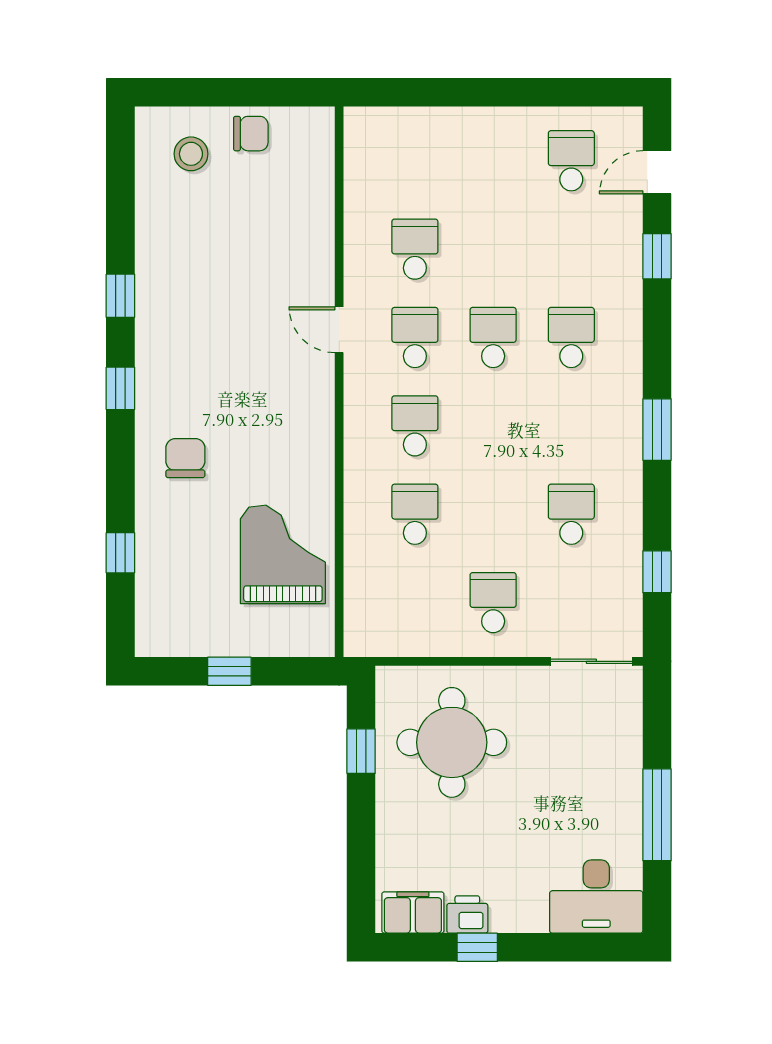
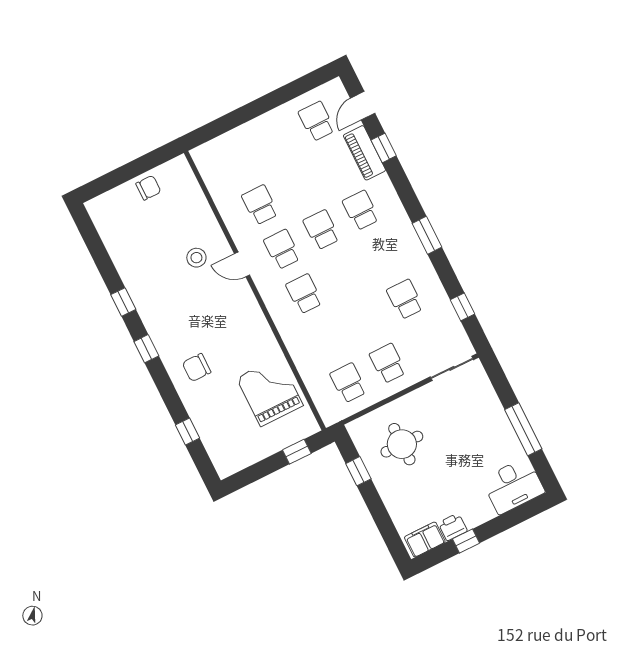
stool: (191, 154) -> (196, 258), moved
piano: (623, 249) -> (364, 153), added
chair: (185, 458) -> (197, 368), turned -90
school desk: (415, 514) -> (348, 383), moved
window: (229, 671) -> (297, 452), moved
round table: (452, 742) -> (402, 444), width x0.73, depth x0.73

